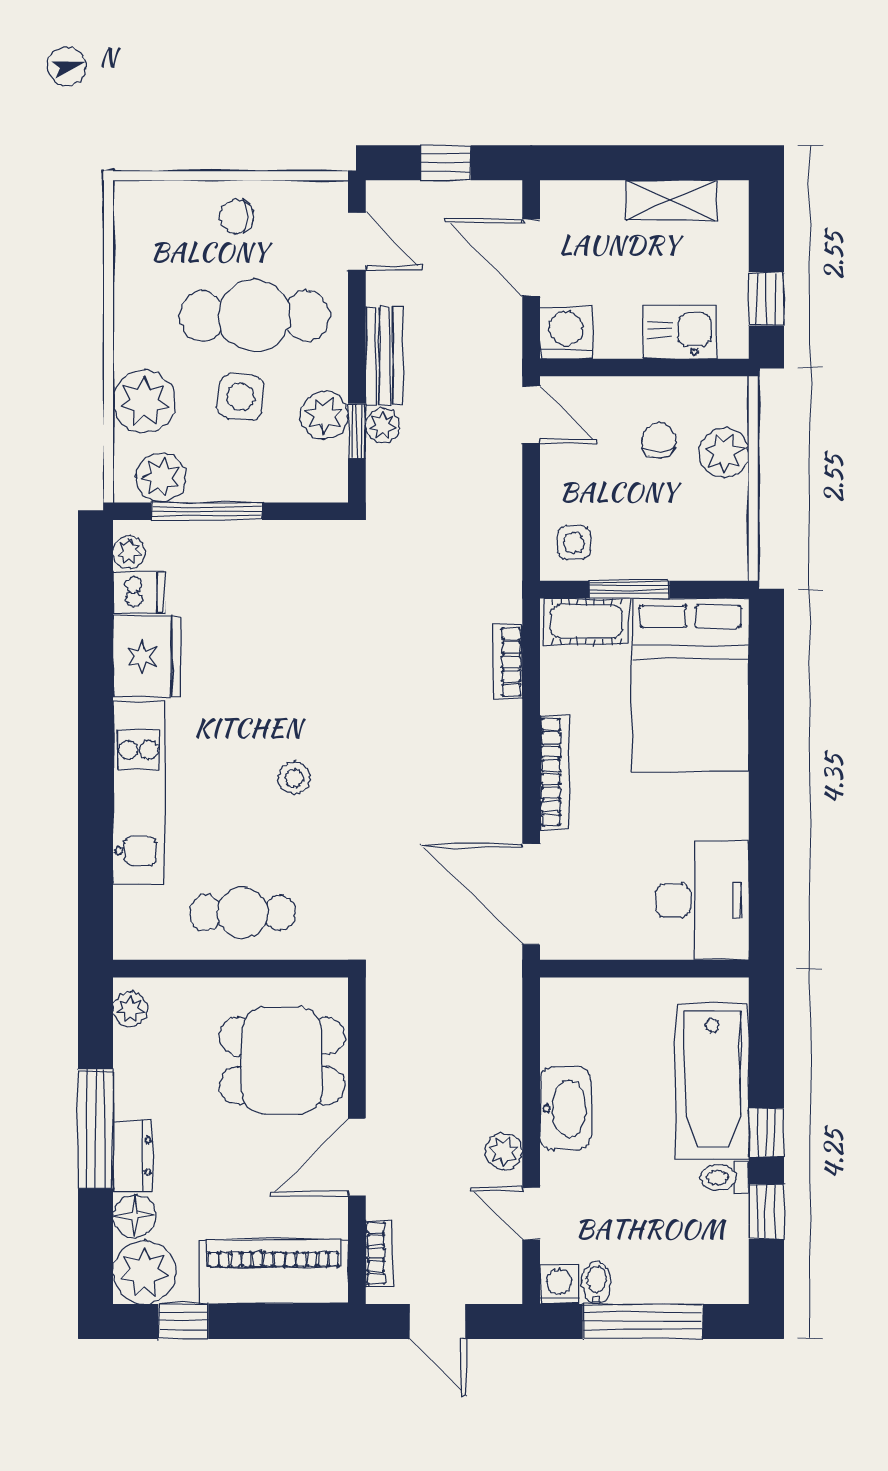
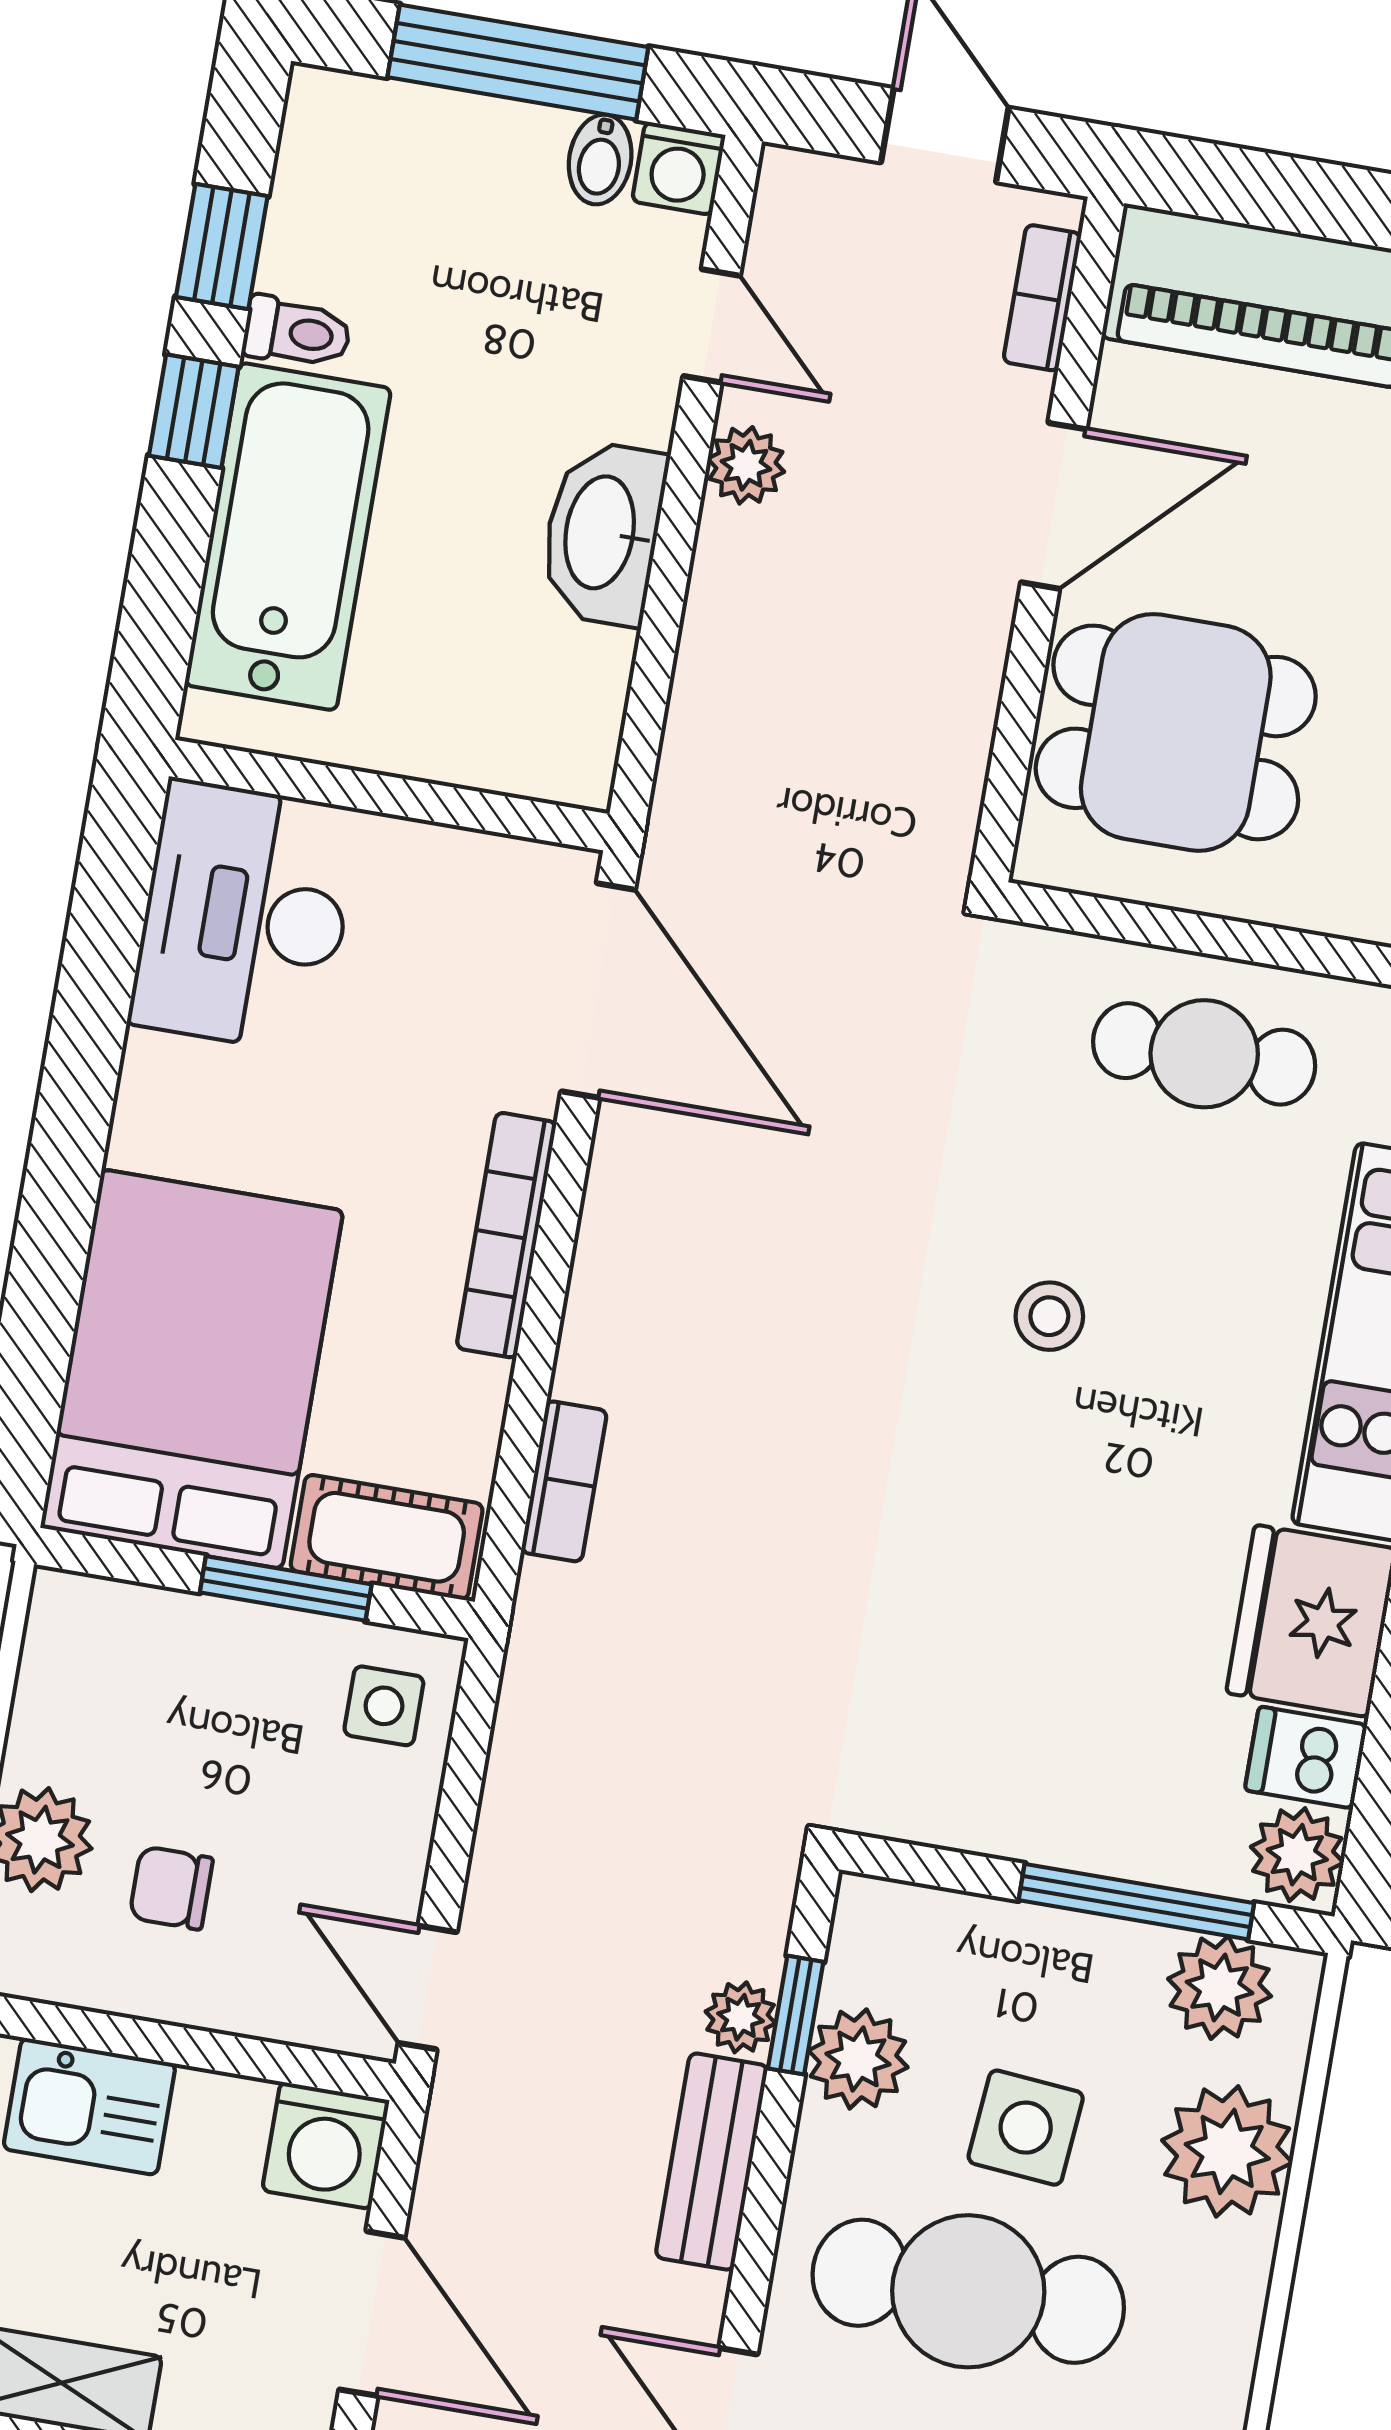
chair: (659, 441) -> (171, 1888), turned 90
plant: (129, 552) -> (1297, 1855), width x1.38, depth x1.38

